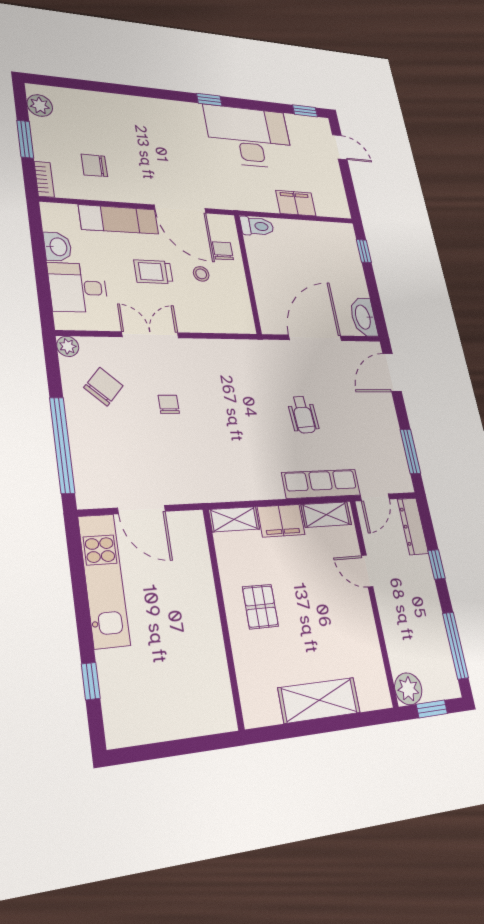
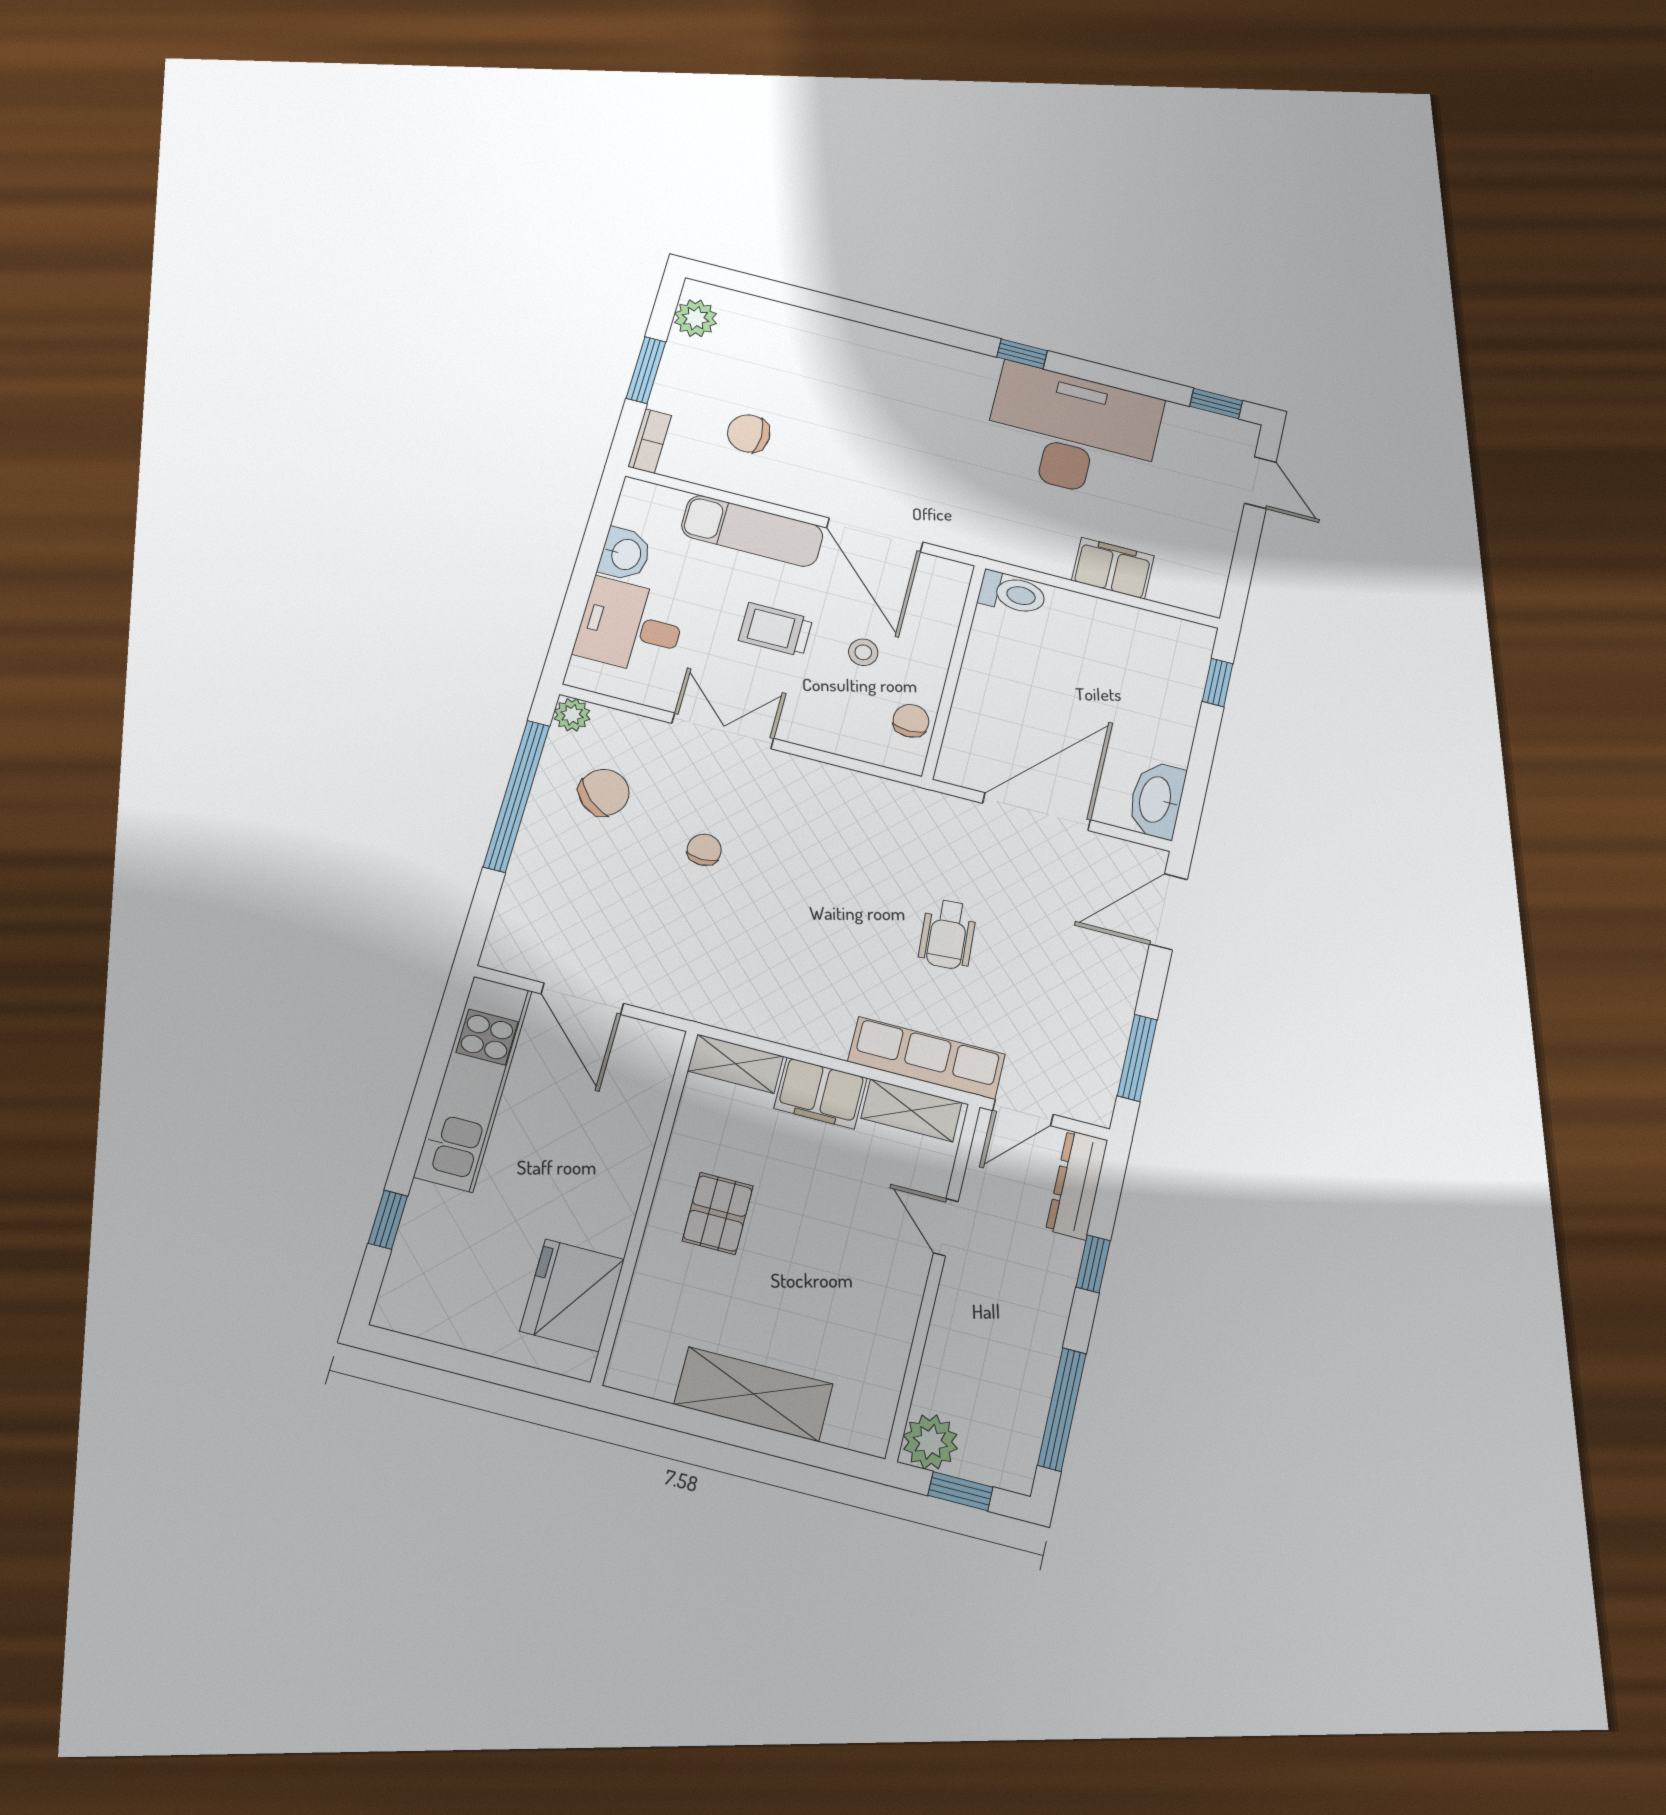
chair: (223, 251) -> (911, 721), moved
window: (62, 445) -> (517, 796), moved
fridge: (208, 684) -> (572, 1295), added

